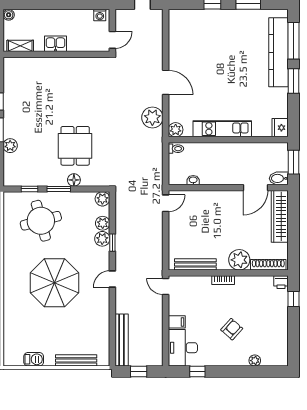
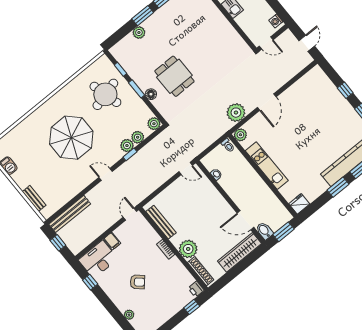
dining table: (75, 146) -> (174, 76), turned 90
bench: (76, 360) -> (34, 198), width x0.73

